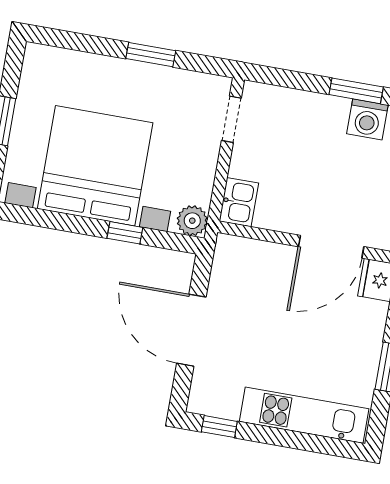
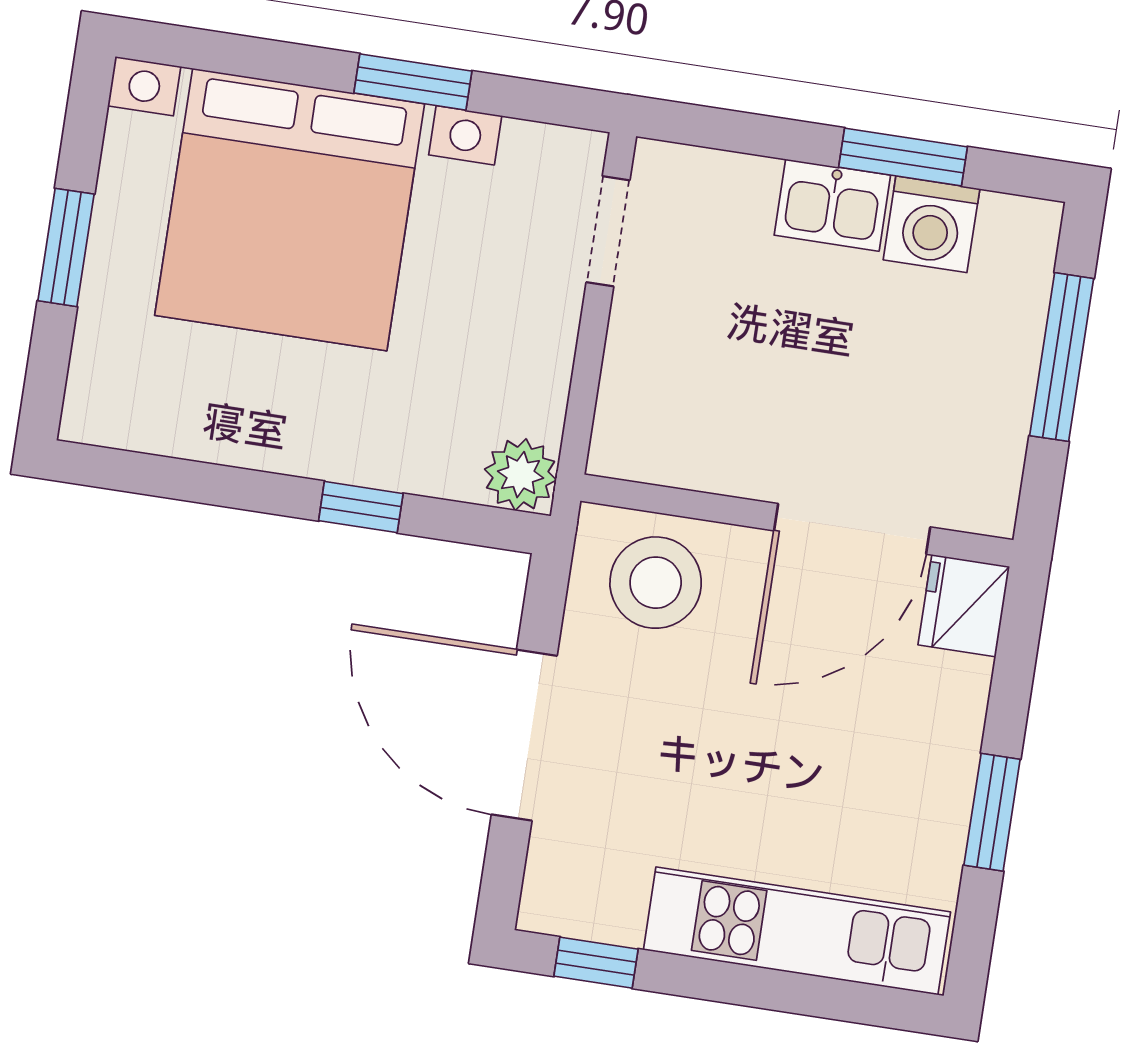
bed with nightstands: (95, 166) -> (290, 210), moved, turned 180
kitchen sink: (239, 202) -> (832, 205), moved, turned 90
stool: (248, 267) -> (656, 583), added

